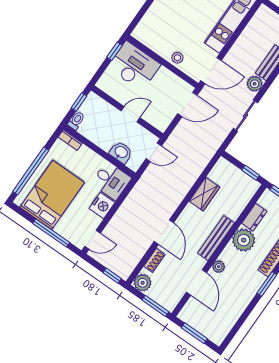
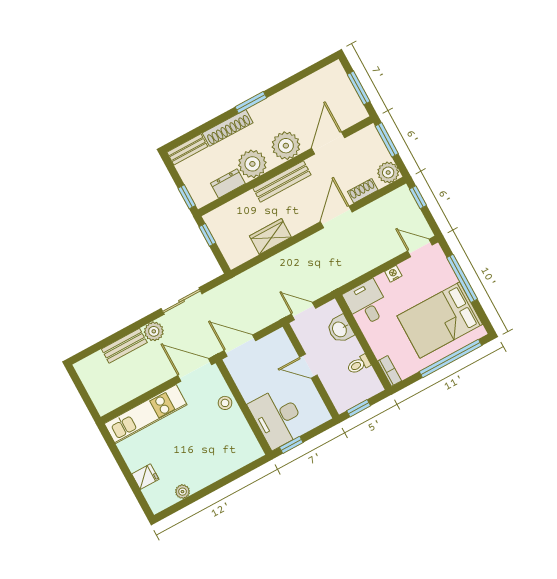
toilet: (76, 121) -> (359, 365), moved
nightstand: (102, 205) -> (393, 274), width x0.53, depth x0.56
plant: (219, 267) -> (286, 146), width x1.88, depth x1.88

